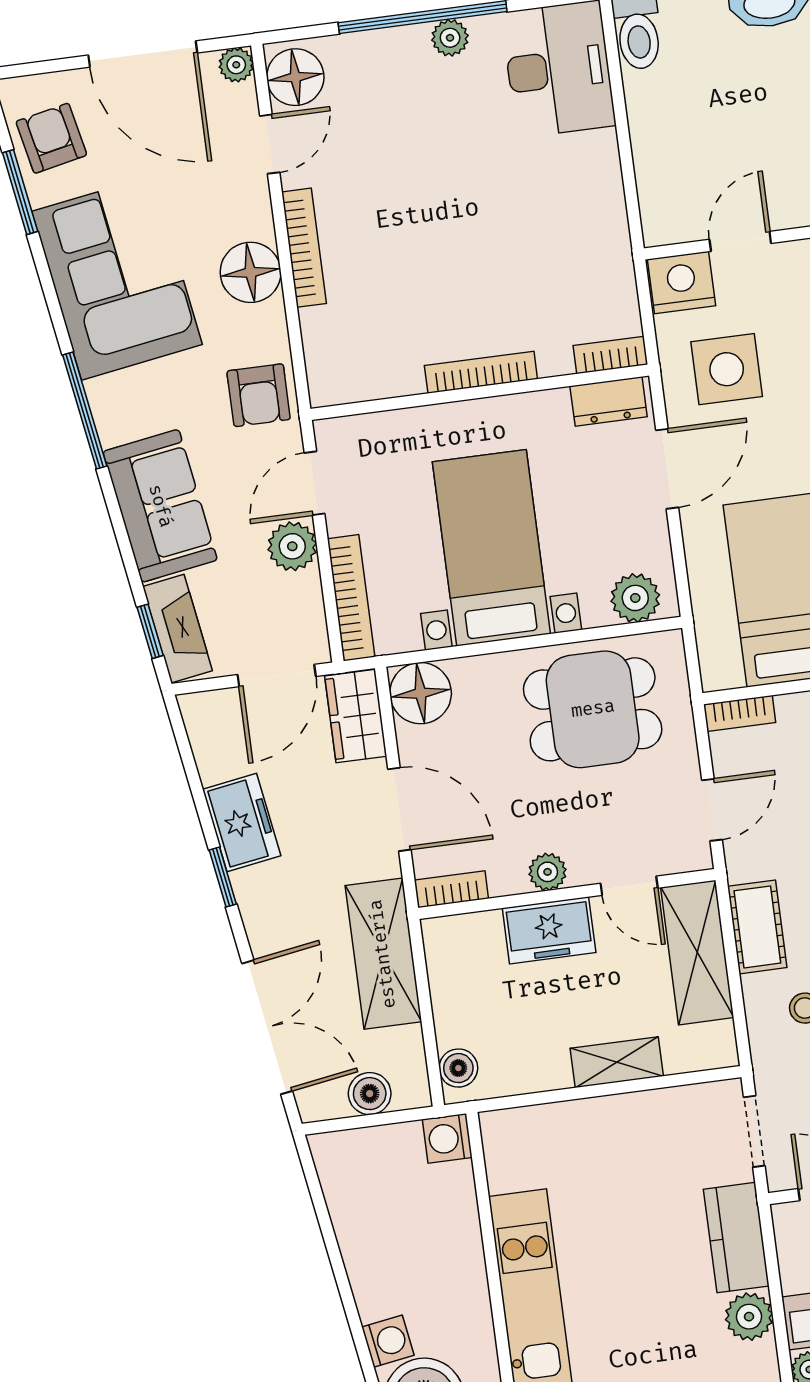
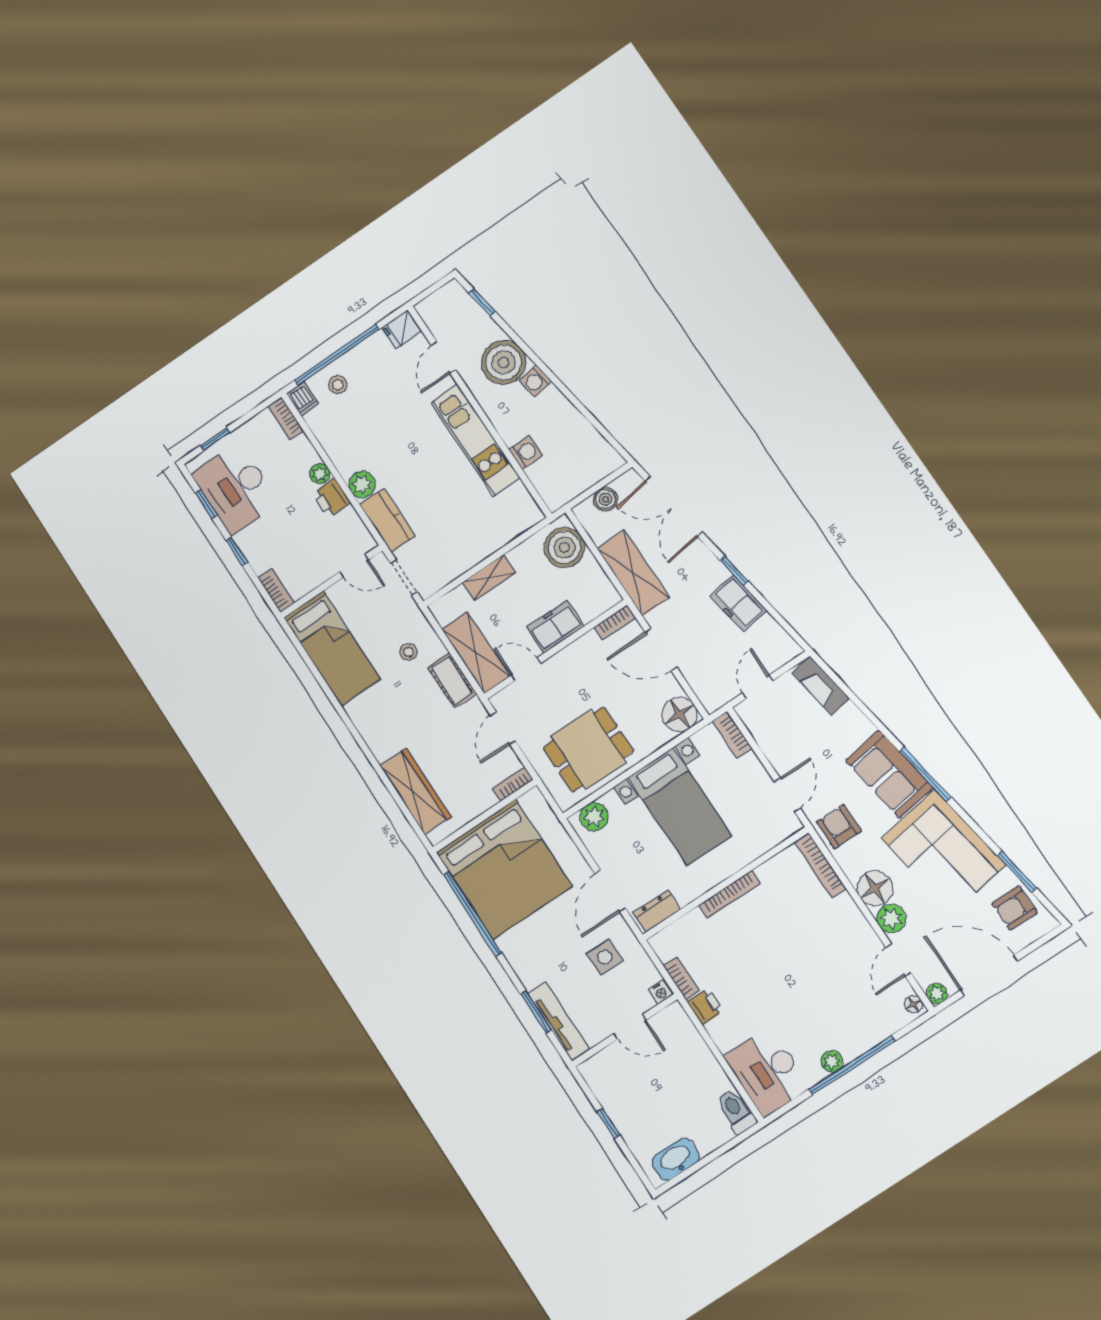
floor lamp: (295, 77) -> (913, 1004), width x0.53, depth x0.53
armchair: (51, 138) -> (1015, 908), turned 102
printer: (606, 216) -> (705, 1007), added
door: (740, 241) -> (630, 1027), hinge flipped
bookcase: (304, 248) -> (820, 865), moved
nightstand: (682, 282) -> (660, 992), width x0.53, depth x0.56
bookcase: (610, 355) -> (681, 978), moved, turned -90
side table: (727, 369) -> (605, 957), width x0.73, depth x0.73
sofa: (160, 506) -> (889, 774), moved
plant: (292, 546) -> (891, 918), moved
bookcase: (351, 598) -> (732, 735), width x0.64
window: (150, 631) -> (834, 677), removed
door: (277, 676) -> (758, 687), width x0.73
wardrobe: (356, 716) -> (707, 686), removed
plant: (548, 872) -> (571, 656), removed
boiler: (458, 1068) -> (564, 547), width x1.86, depth x1.86
washing machine: (447, 1138) -> (526, 453), moved

